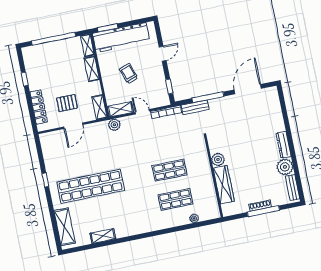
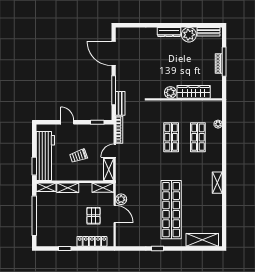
plant: (114, 125) -> (121, 199), moved
shelving: (103, 236) -> (217, 183), moved

